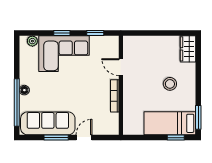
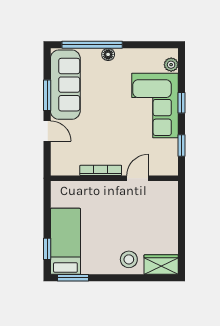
stool: (170, 84) -> (129, 259), moved

